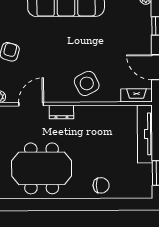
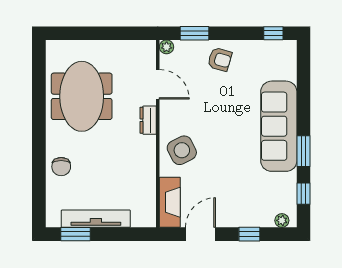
fireplace: (137, 95) -> (170, 202), width x1.37, depth x1.32
tv unit: (145, 134) -> (96, 219), moved

